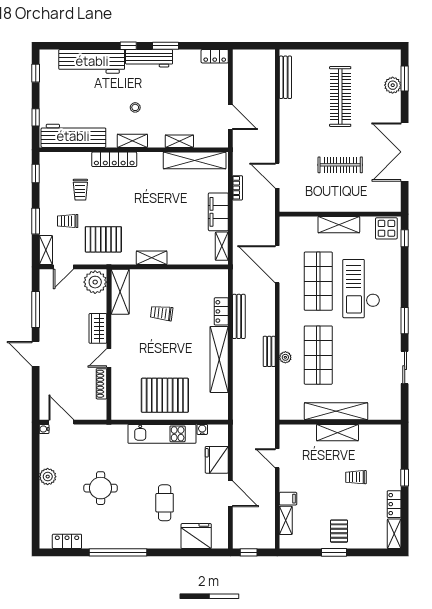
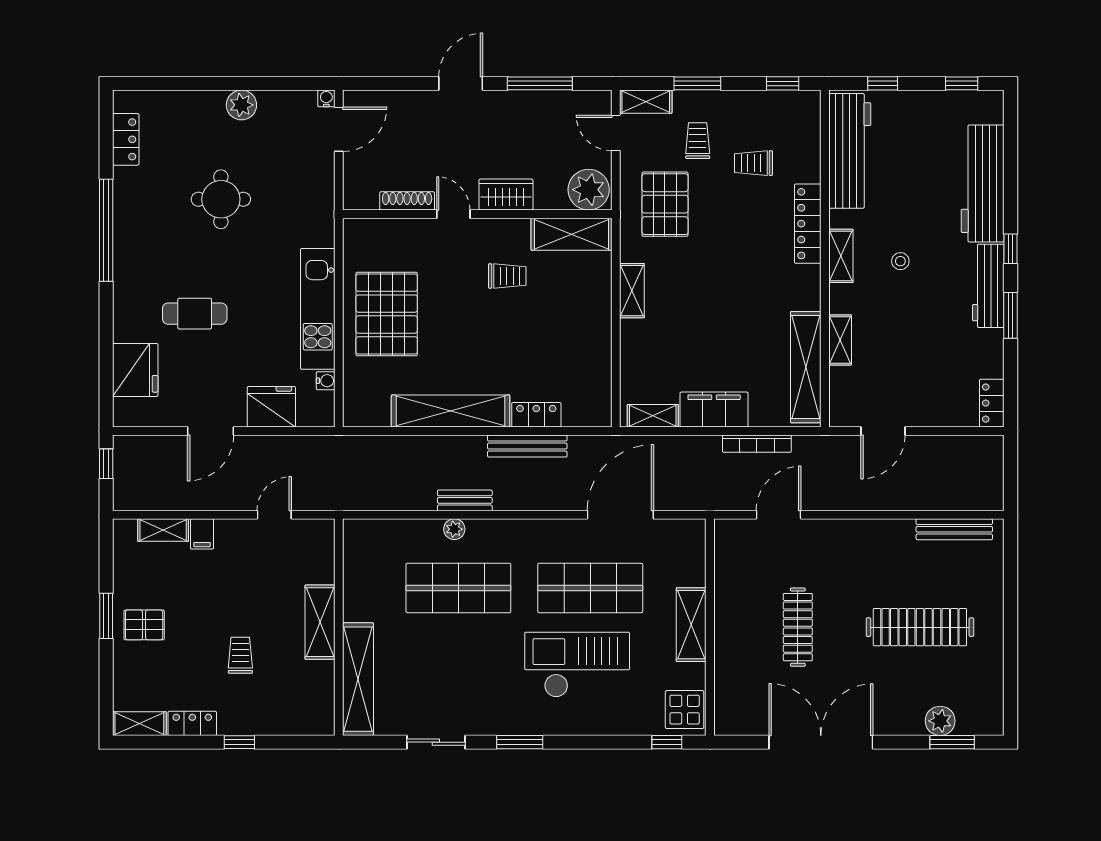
bookcase: (237, 188) -> (757, 444), width x1.56
trolley: (162, 313) -> (507, 276), moved, turned 83
shelving: (336, 411) -> (358, 679), moved

